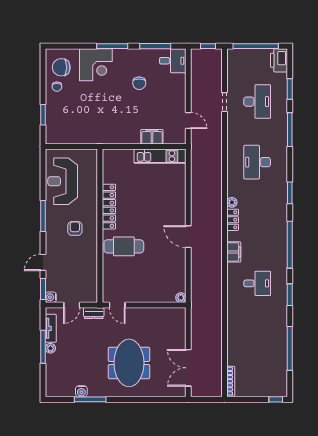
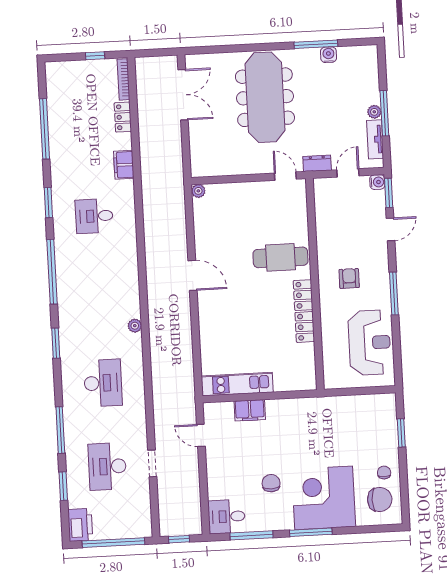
corner desk: (96, 65) -> (324, 498), width x1.36, depth x1.36
locker: (233, 220) -> (123, 117), moved
armchair: (75, 228) -> (349, 278), turned 180
filing cabinet: (234, 252) -> (124, 165), moved
meeting table: (129, 363) -> (265, 97), width x1.36
window: (276, 399) -> (95, 56), moved

